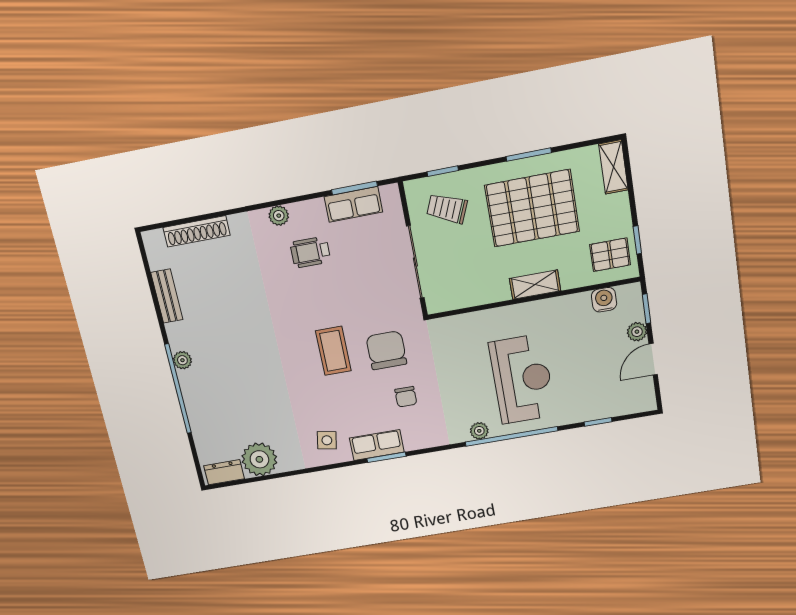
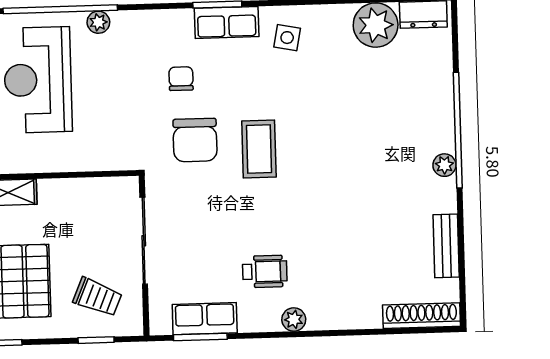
shoe rack: (197, 231) -> (422, 316), moved

